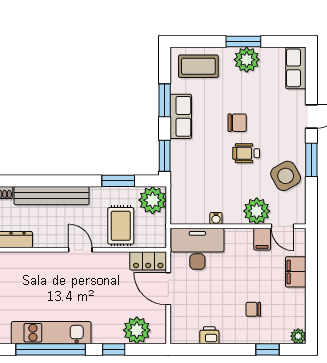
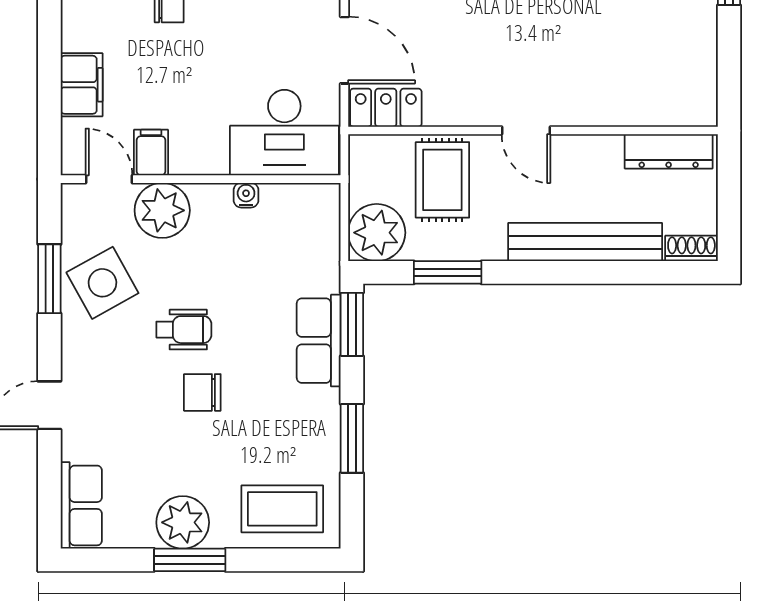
row of seats: (181, 116) -> (319, 341), moved
window: (311, 160) -> (49, 279), moved

